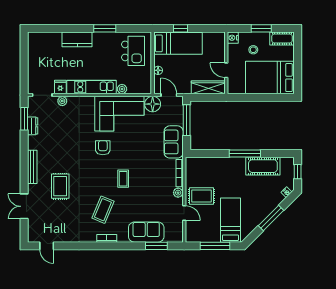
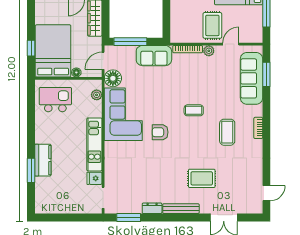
window: (105, 28) -> (31, 170), moved
bed: (178, 43) -> (53, 51), width x1.50
plant: (122, 89) -> (97, 95), moved
plant: (62, 101) -> (110, 176), removed
dresser: (33, 126) -> (152, 208), moved
coffee table: (103, 210) -> (227, 132), turned 67
sofa: (146, 232) -> (252, 78), width x1.36

